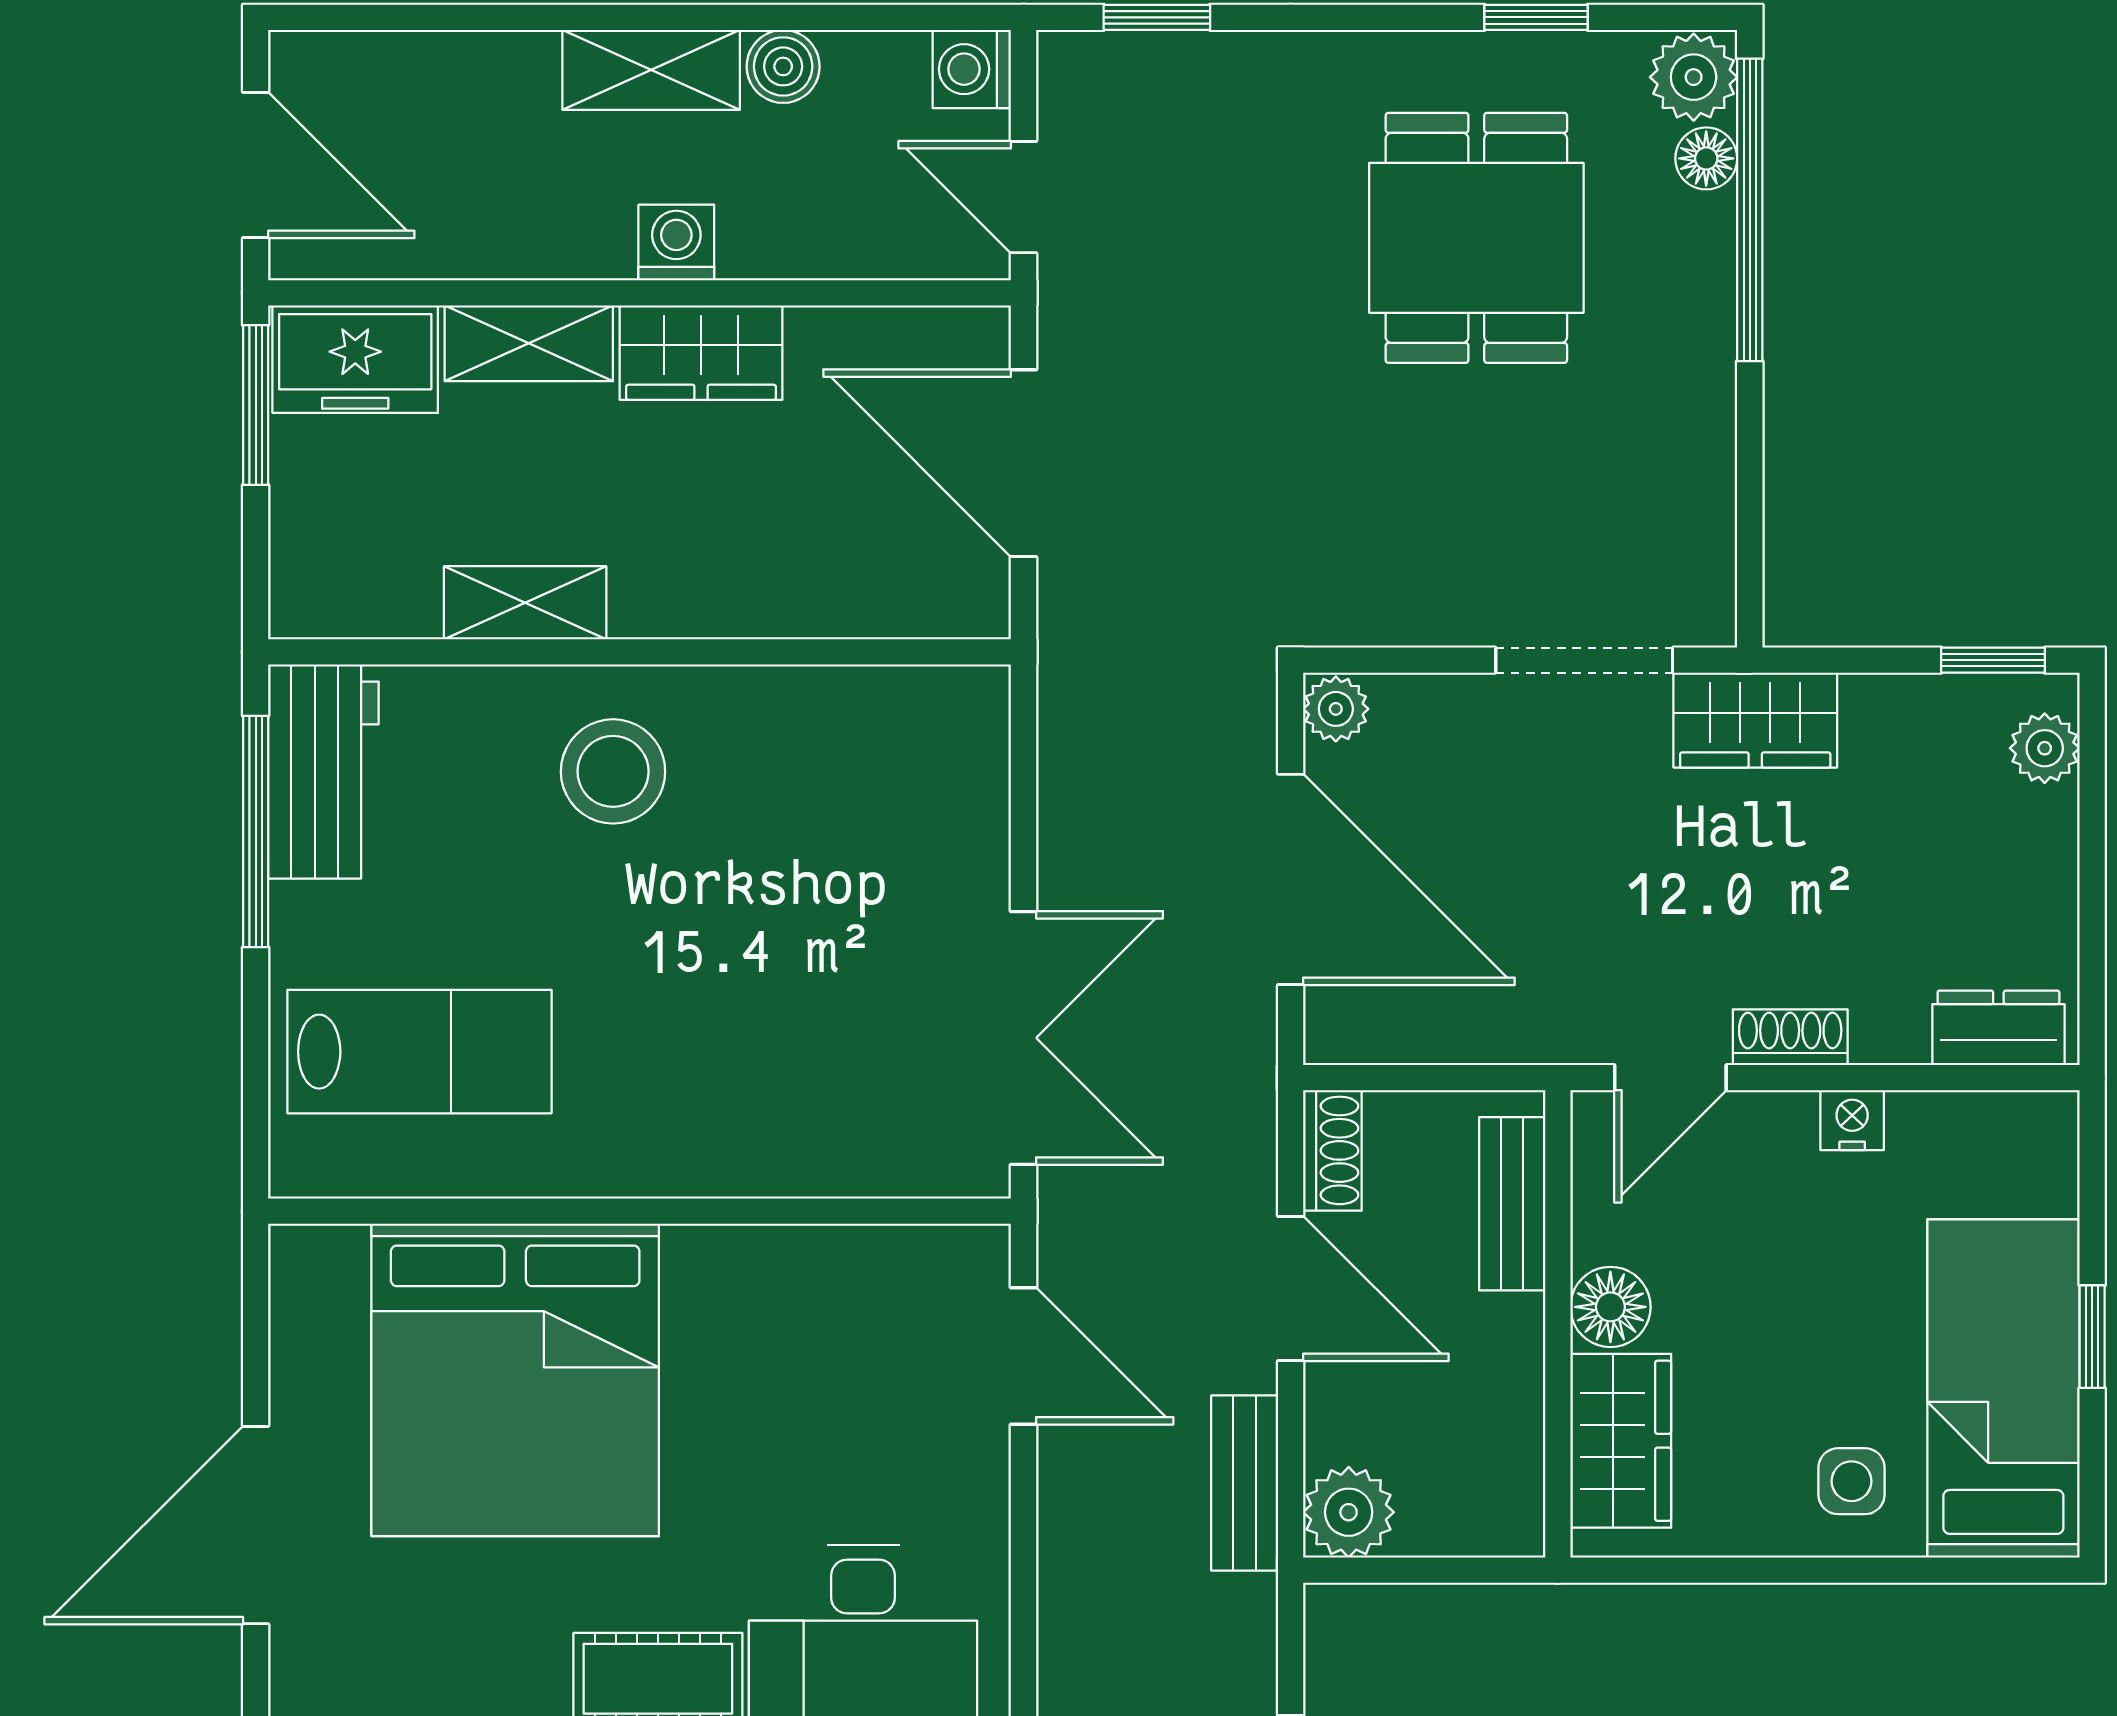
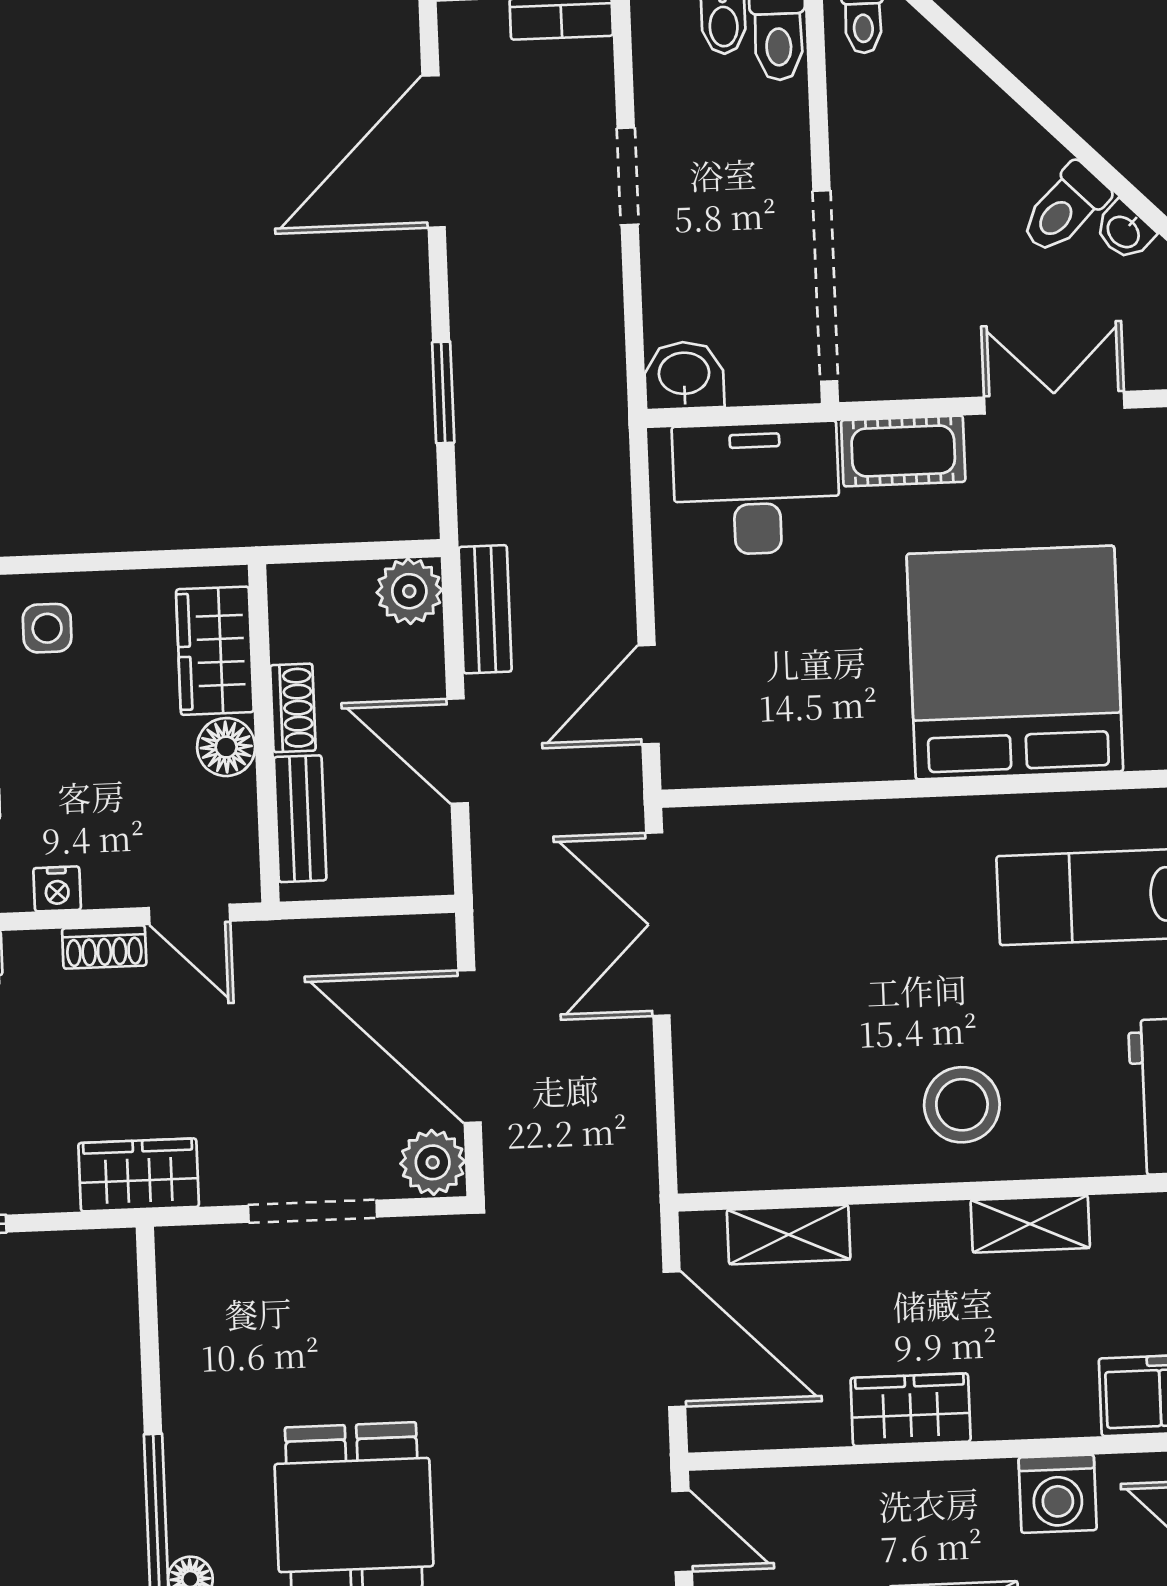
washing machine: (676, 243) -> (1058, 1494), moved, width x1.38, depth x1.38
shelving: (529, 343) -> (789, 1235), moved
doorway: (1584, 660) -> (313, 1211), moved
plant: (1336, 709) -> (433, 1162), width x1.38, depth x1.38
door: (1670, 1078) -> (189, 914), swing flipped
shoe rack: (1332, 1150) -> (293, 708), moved, turned 180
door: (1024, 1356) -> (649, 695), hinge flipped

